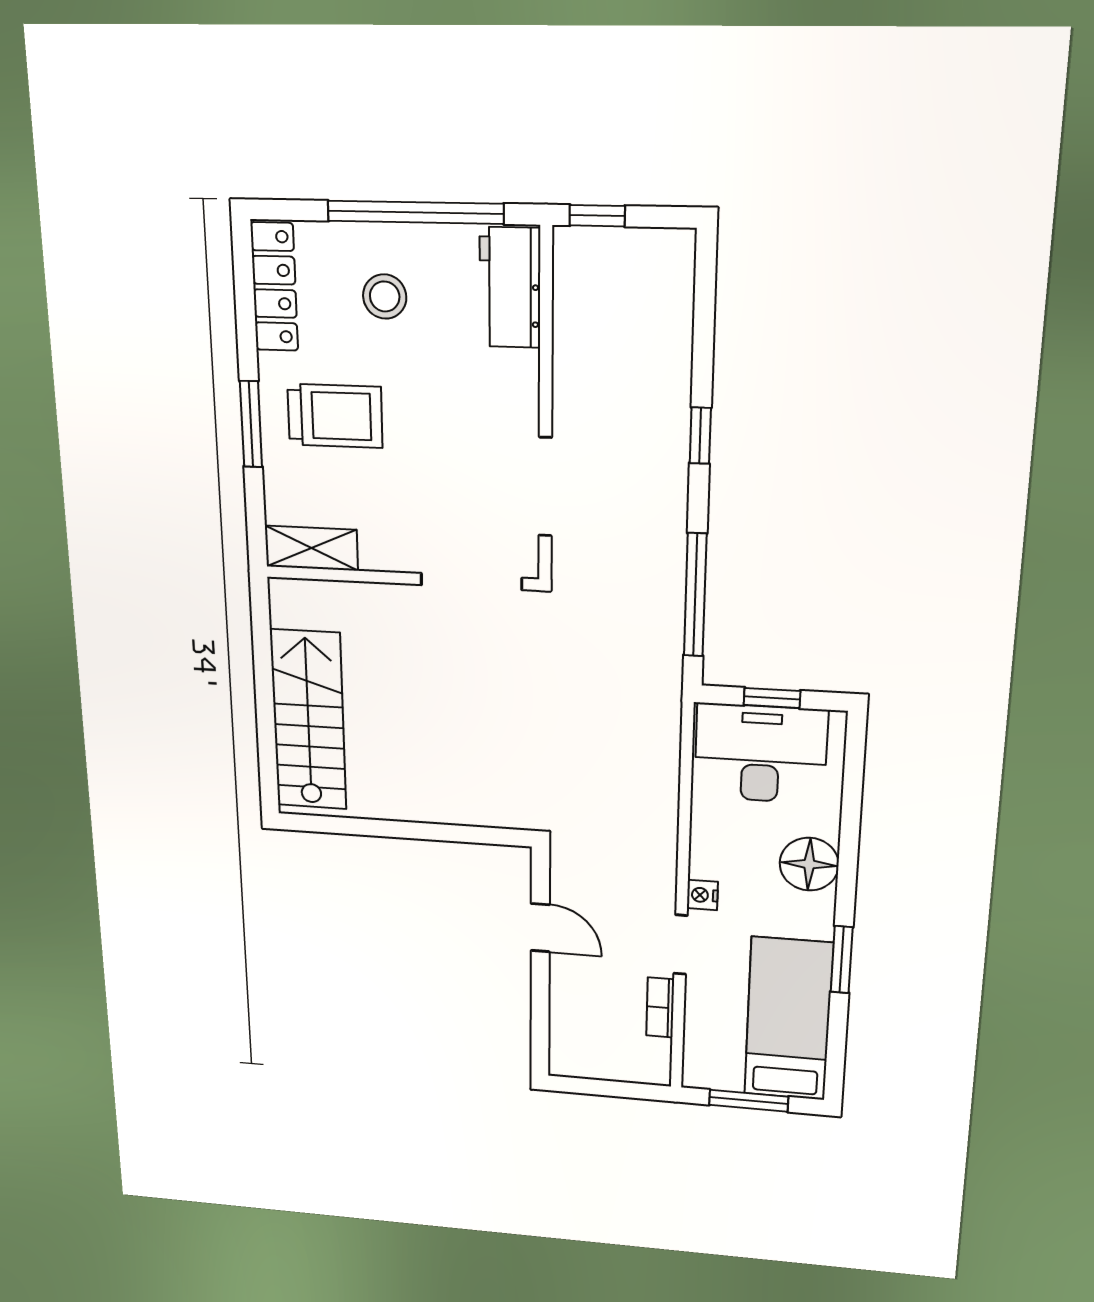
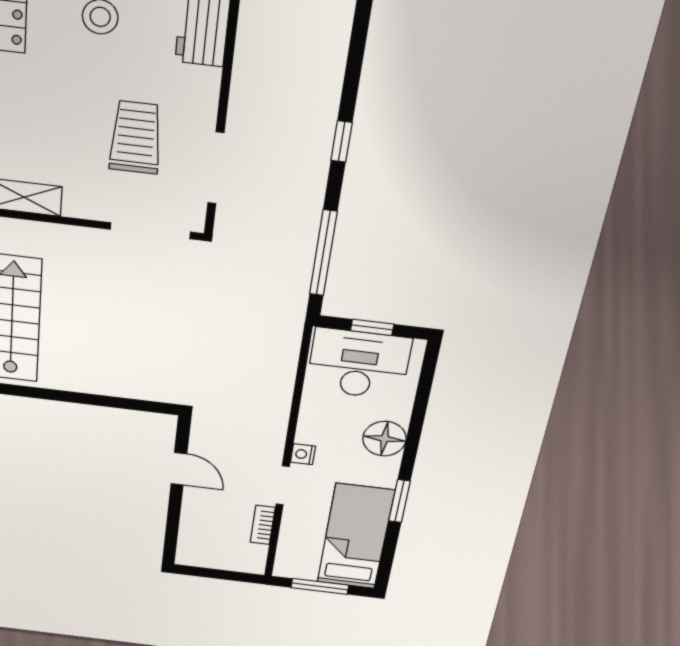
trolley: (335, 416) -> (136, 138), moved, turned -90

